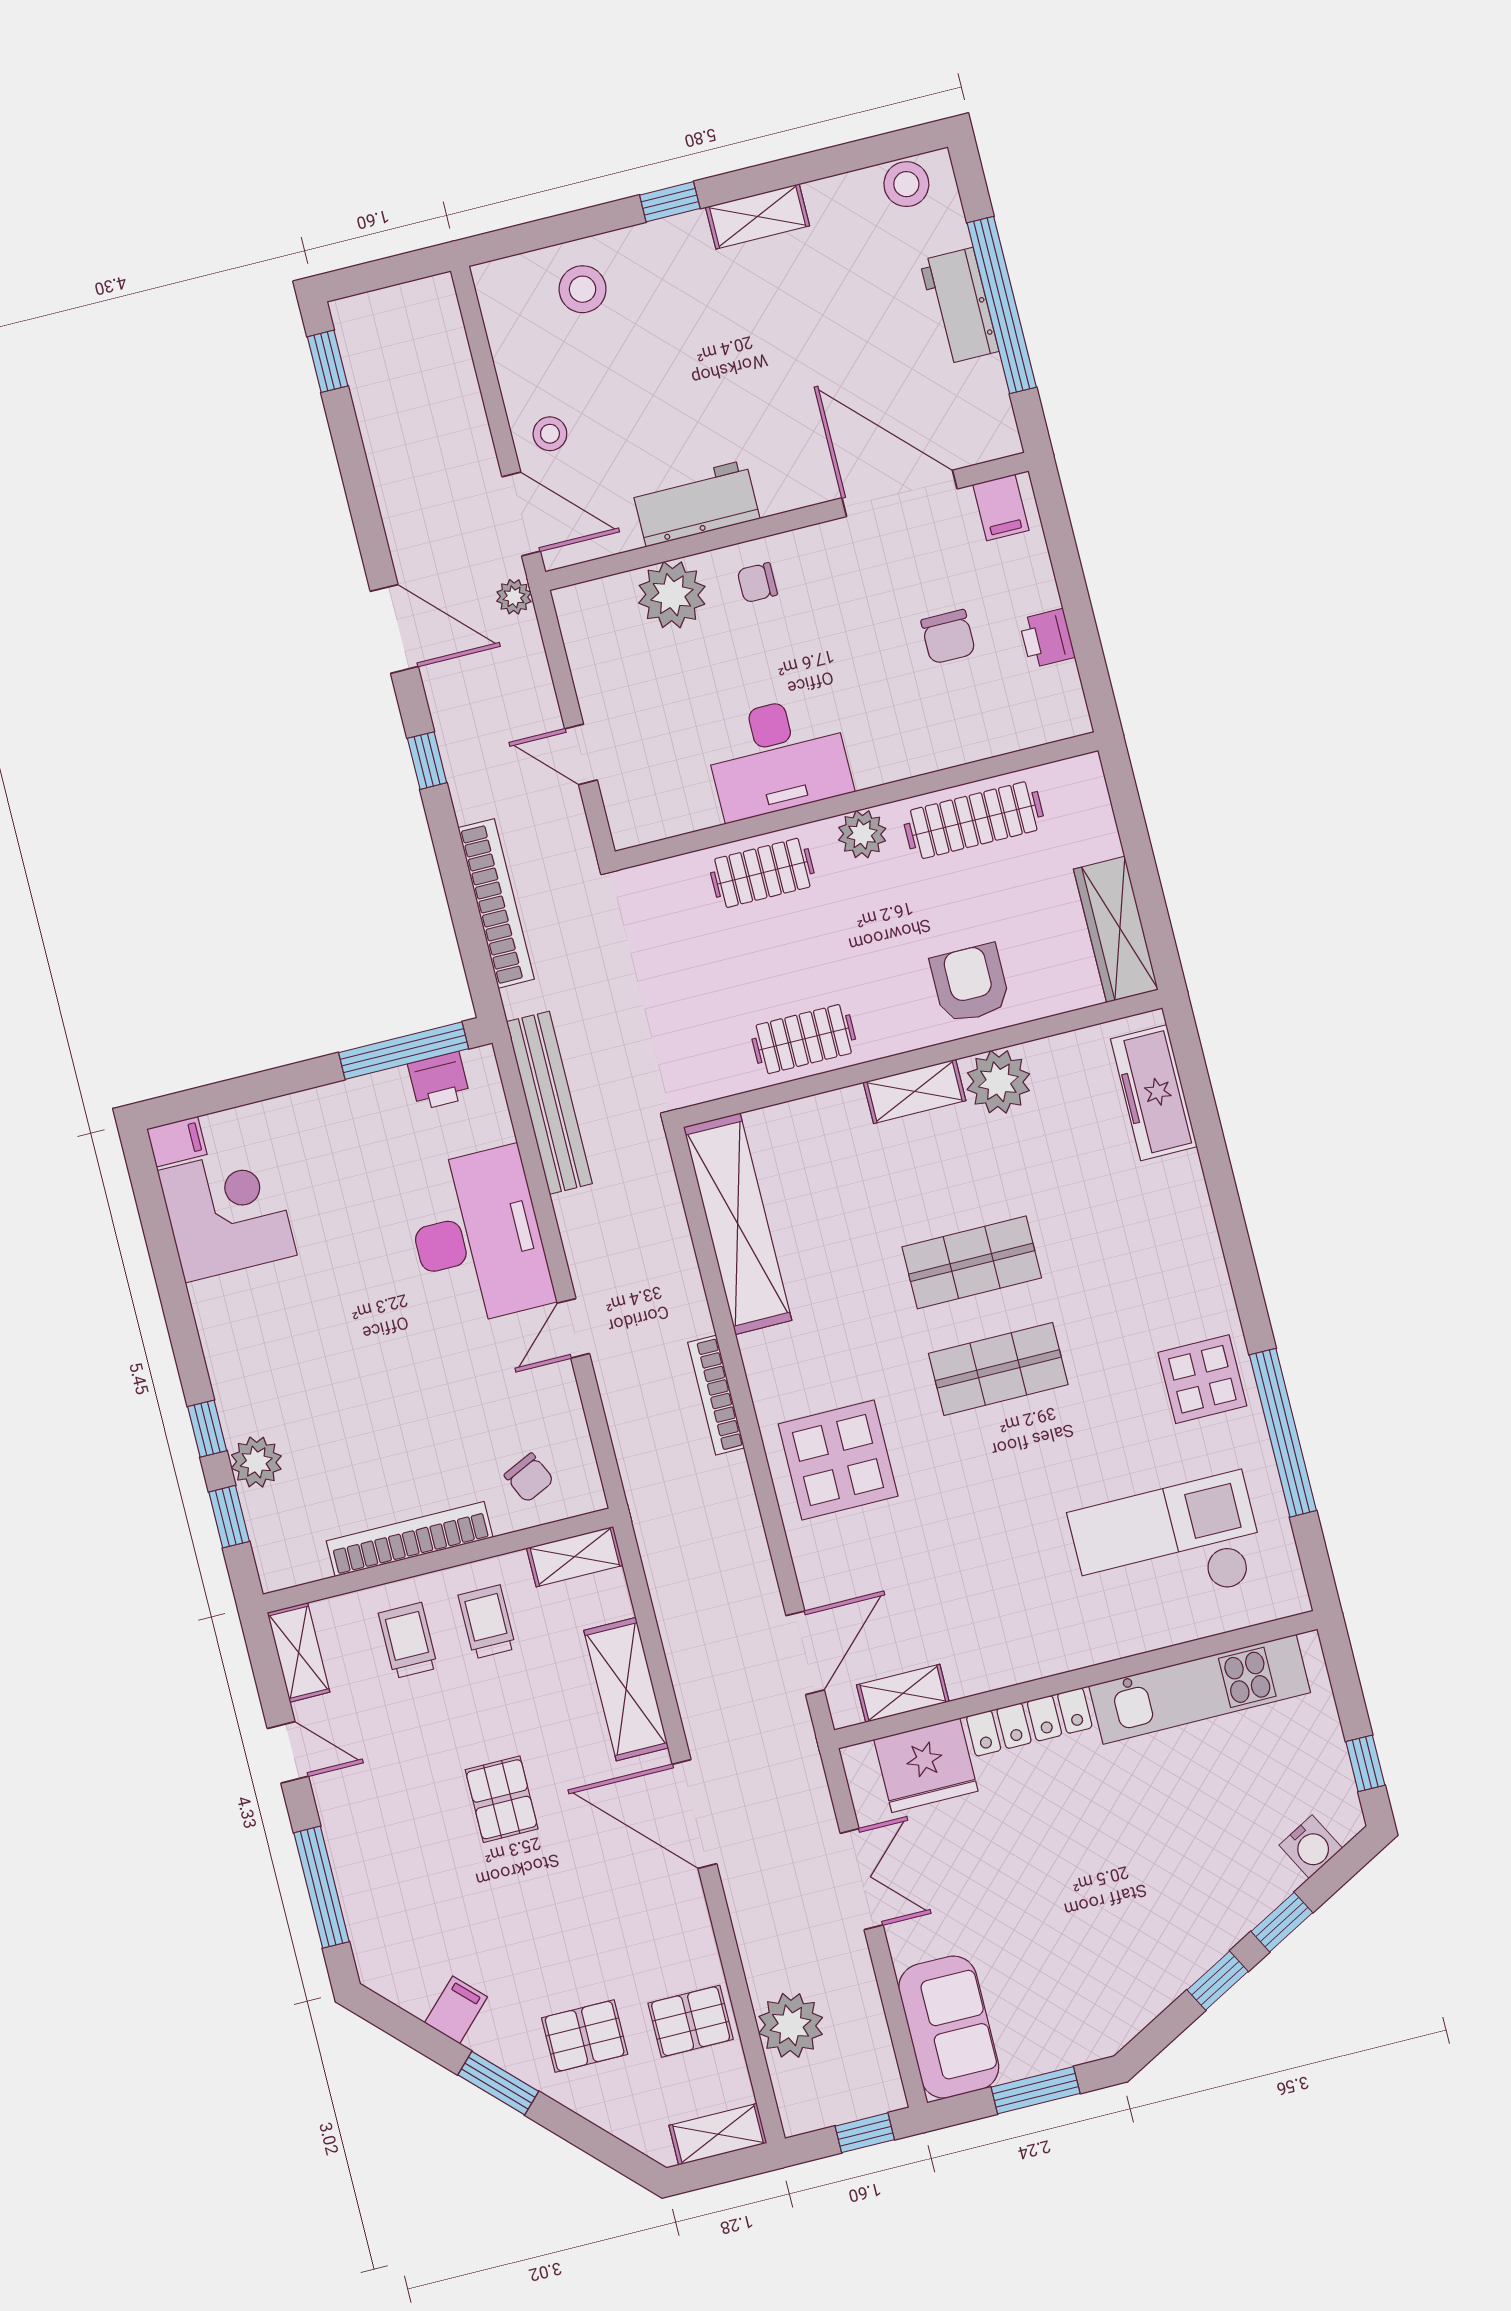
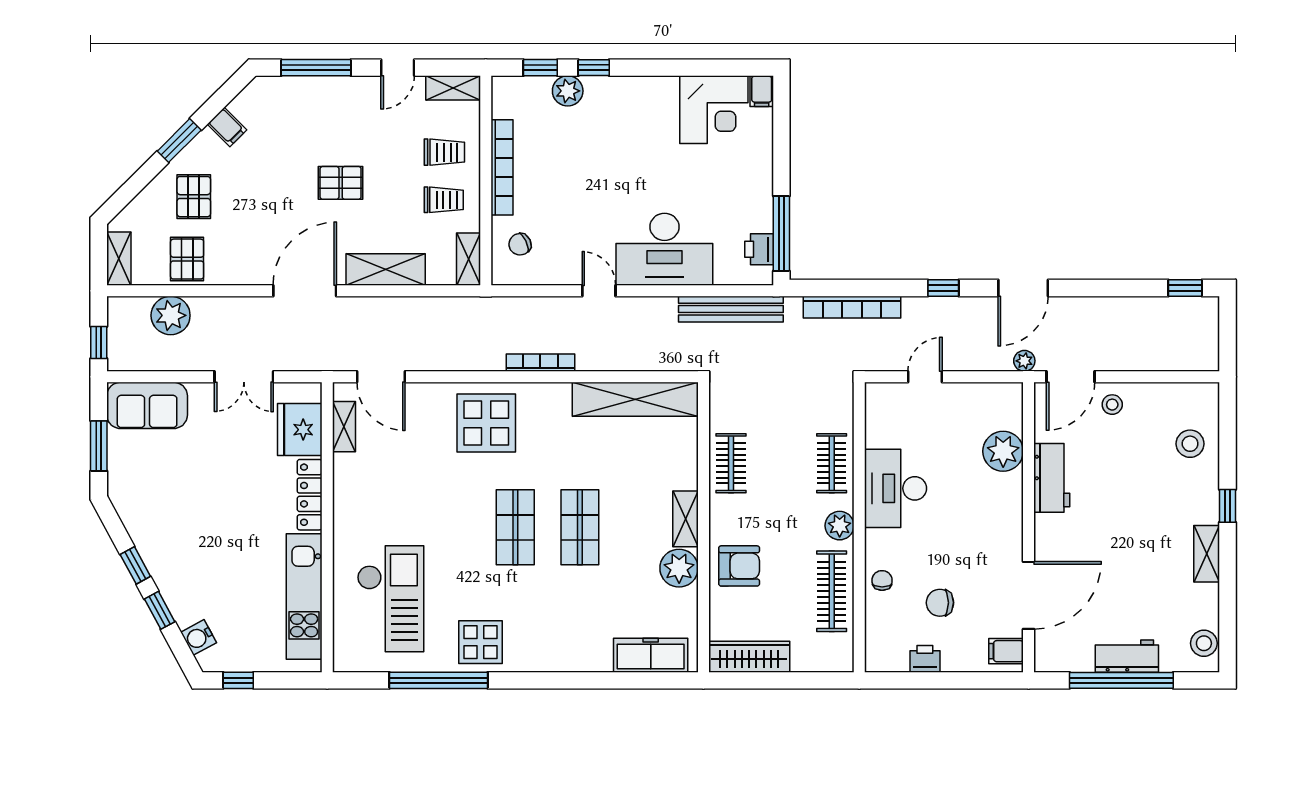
chair: (757, 583) -> (882, 580), moved

